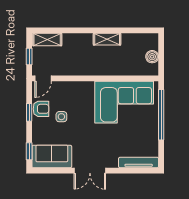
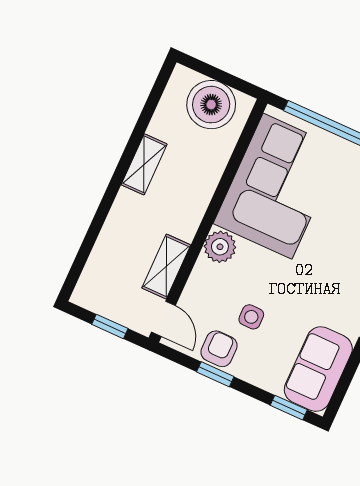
shelving: (47, 39) -> (166, 266), moved
boiler: (152, 57) -> (211, 105), width x1.86, depth x1.86
plant: (86, 89) -> (220, 247), added

